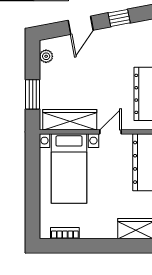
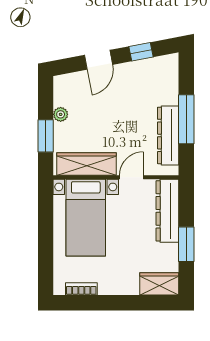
plant: (46, 56) -> (61, 114), moved

